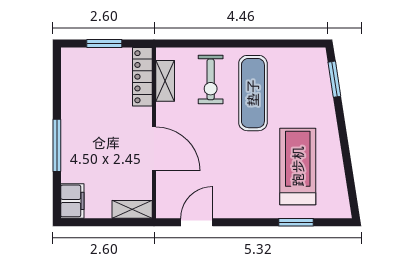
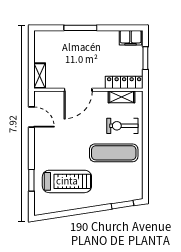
filing cabinet: (72, 201) -> (131, 38), moved

